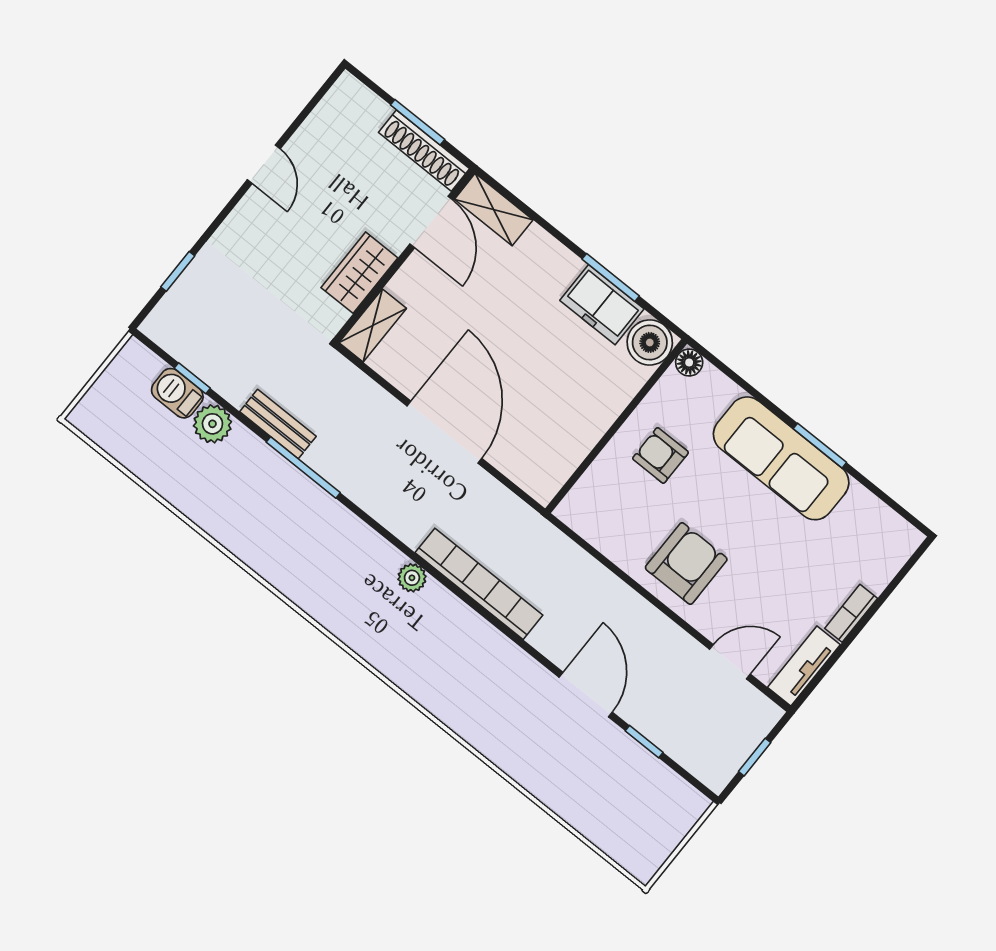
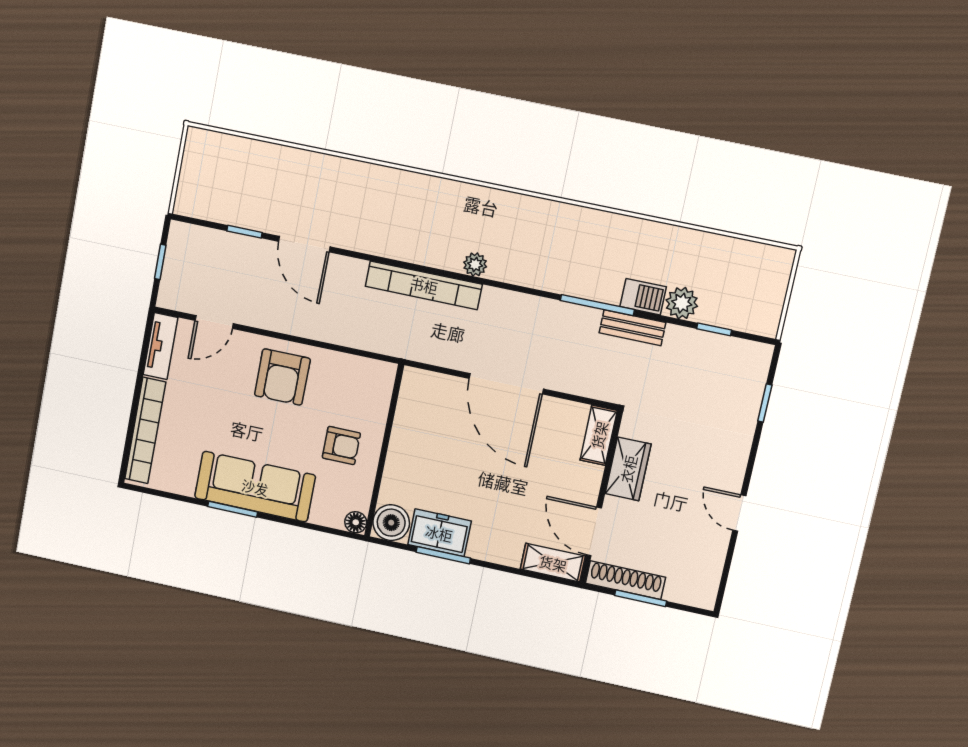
barbecue: (177, 393) -> (643, 297), moved
bookcase: (851, 613) -> (145, 431), width x2.31, depth x1.31

